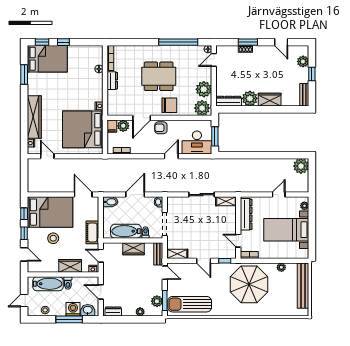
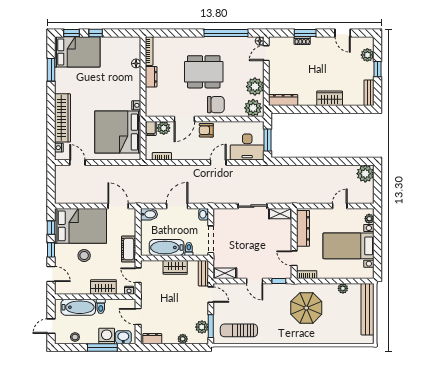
plant: (250, 98) -> (307, 97), removed
parasol: (249, 284) -> (306, 308), width x0.73, depth x0.73
sun lounger: (190, 304) -> (239, 330), width x0.73, depth x0.75

